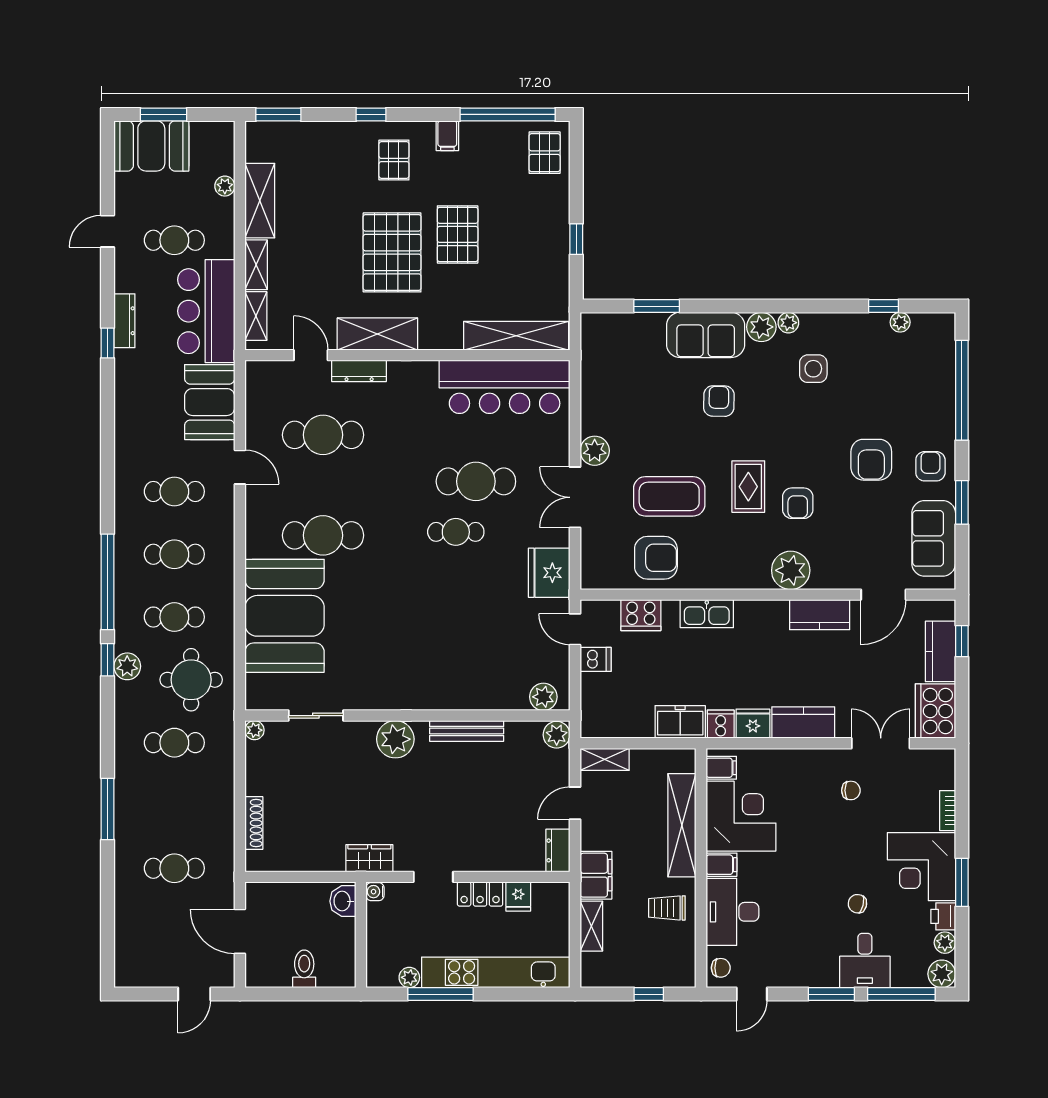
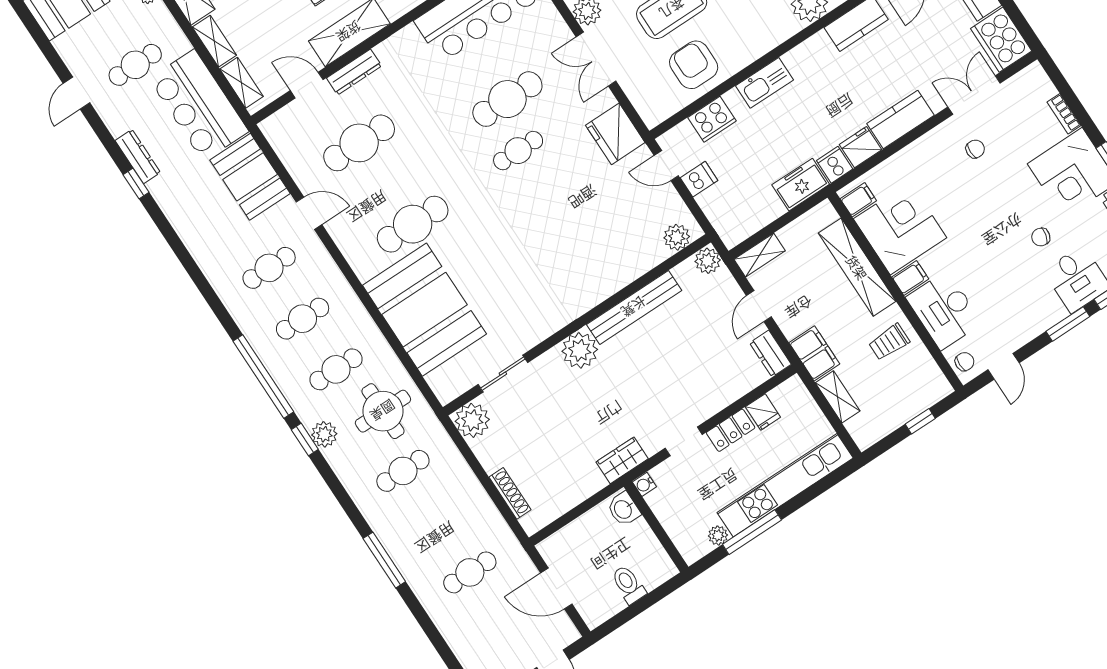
armchair: (656, 558) -> (694, 65), turned -90
plant: (254, 730) -> (472, 420), width x1.88, depth x1.88
bench: (467, 731) -> (634, 307), width x1.37, depth x1.21

